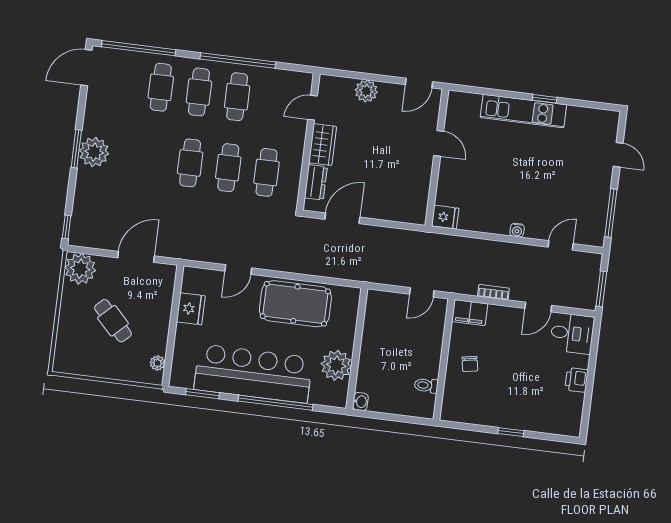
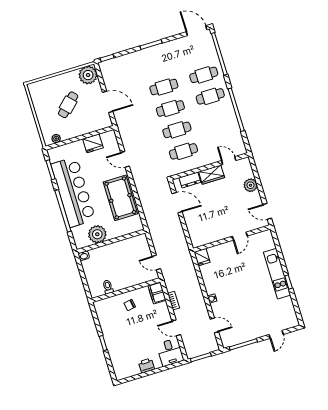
cafe table: (237, 97) -> (164, 87), moved
plant: (94, 152) -> (153, 55), removed

